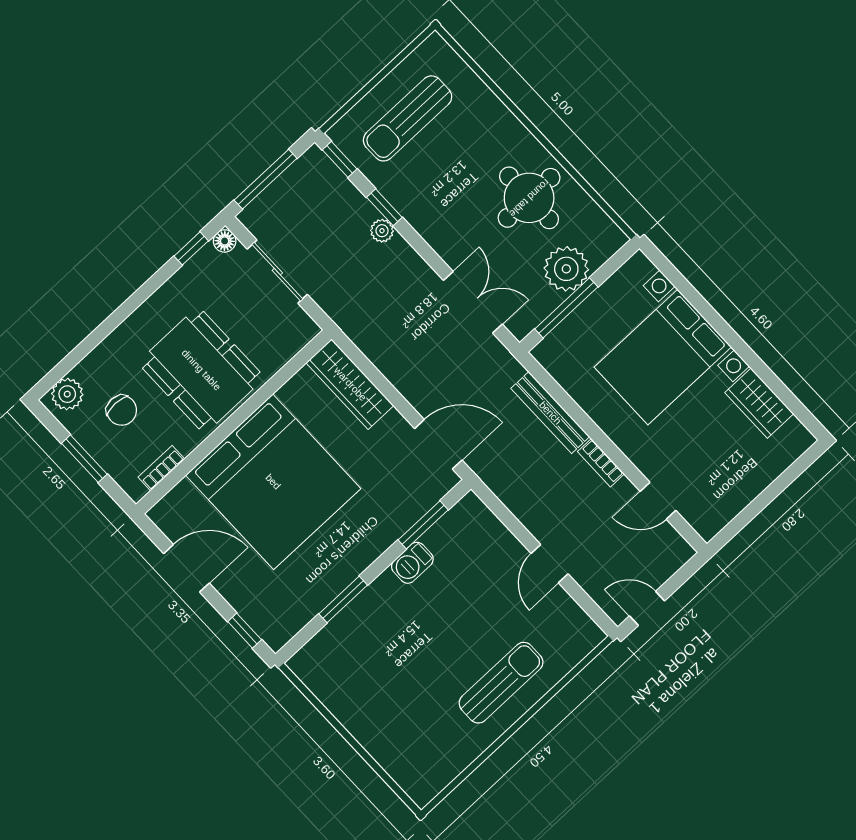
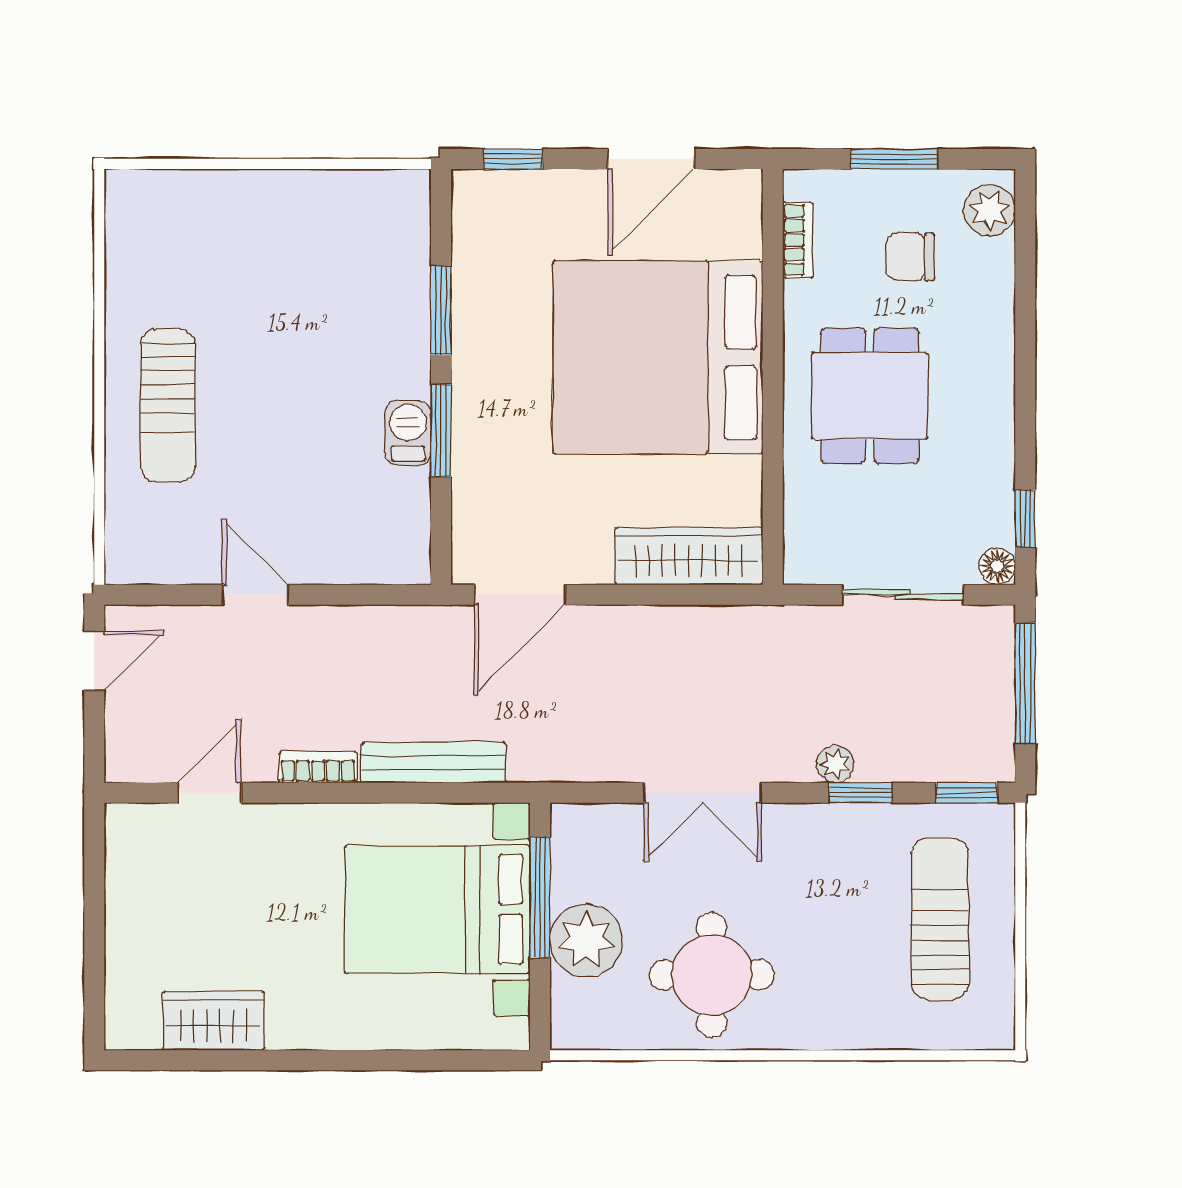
double door: (473, 302) -> (703, 793), moved
bed with nightstands: (663, 357) -> (437, 909), moved, turned -90
dining table: (201, 370) -> (870, 396), width x0.73
window: (423, 525) -> (441, 430), moved

